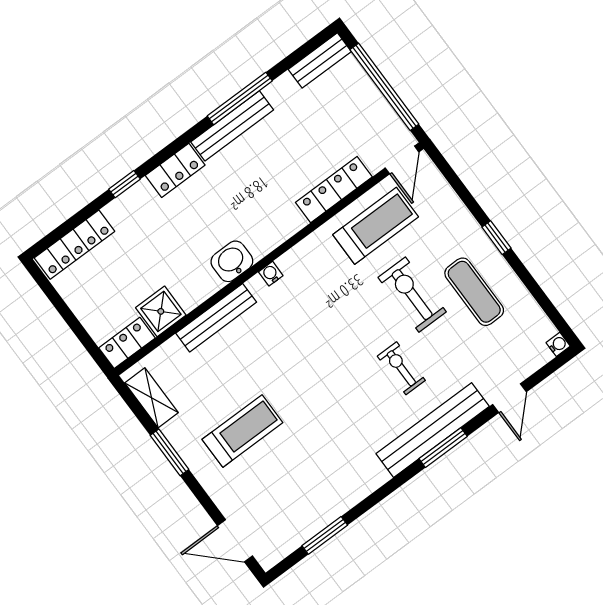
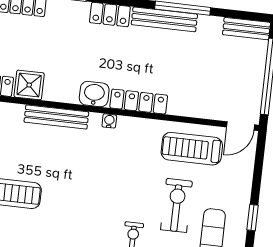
locker: (334, 190) -> (139, 102), moved
treadmill: (376, 226) -> (192, 149), turned 180

